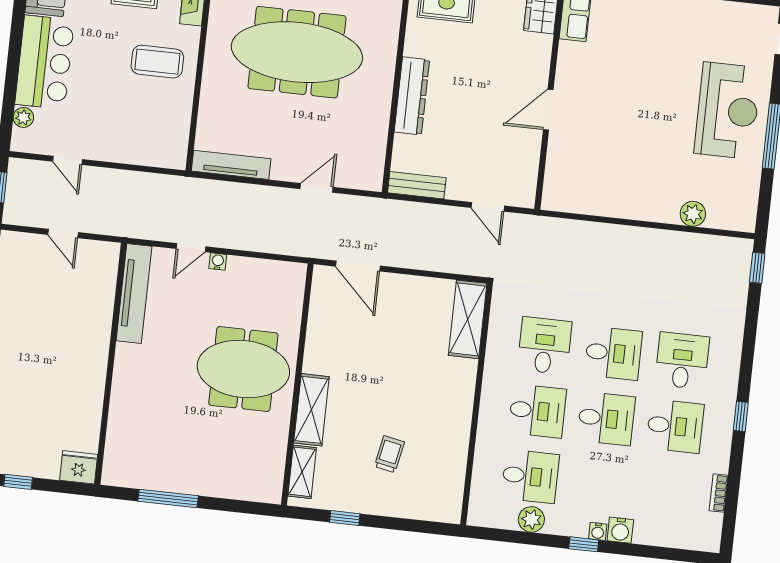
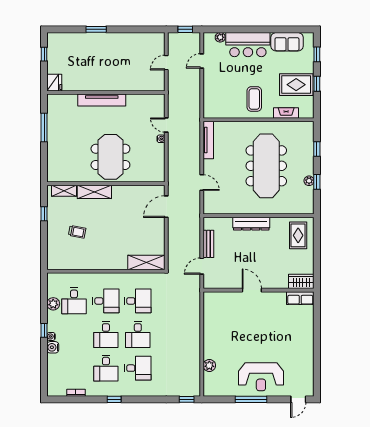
bench: (417, 185) -> (208, 244), moved
tv unit: (134, 294) -> (102, 100), moved
desk: (537, 411) -> (106, 301), turned -90

